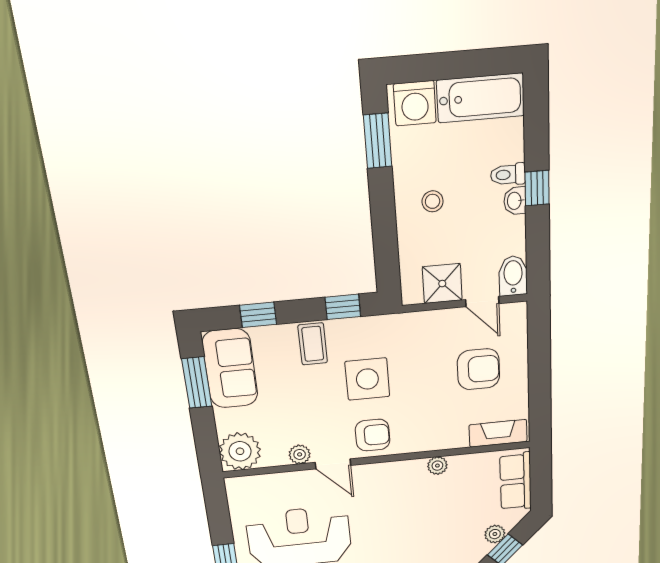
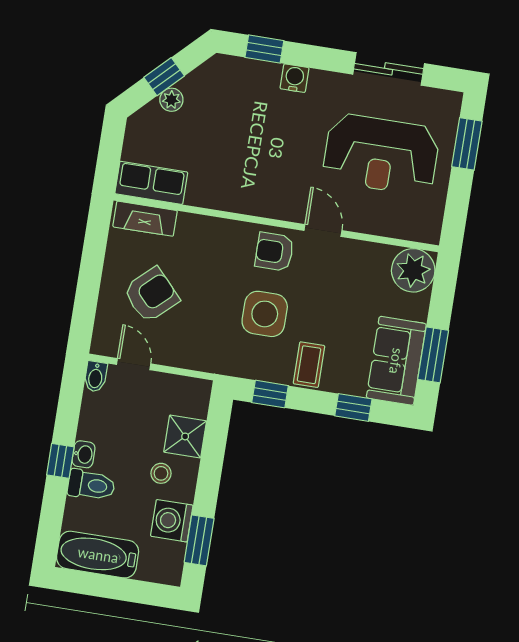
washing machine: (415, 103) -> (172, 521), moved, turned -90
toilet: (508, 175) -> (91, 485), width x1.37, depth x1.39
bidet: (513, 276) -> (96, 376), width x0.72, depth x0.74
shower: (442, 284) -> (185, 436), moved
armchair: (479, 369) -> (151, 295), turned 137
plant: (300, 454) -> (354, 250), removed
plant: (437, 466) -> (216, 199), removed
row of seats: (516, 482) -> (151, 183), moved, turned -90

